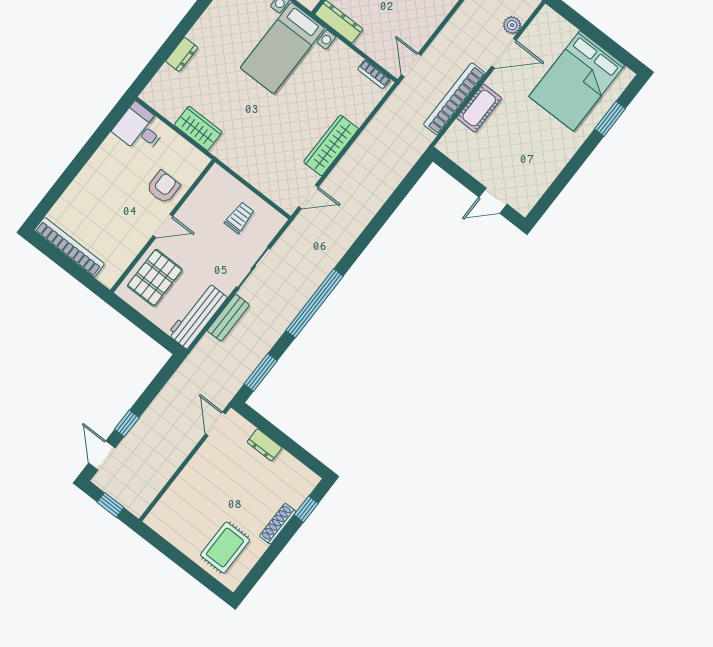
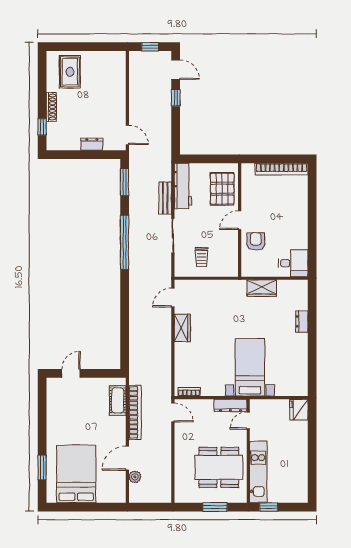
cot: (479, 108) -> (118, 400), moved
wardrobe: (331, 145) -> (182, 328), width x0.67
armchair: (163, 187) -> (256, 241), turned 180

